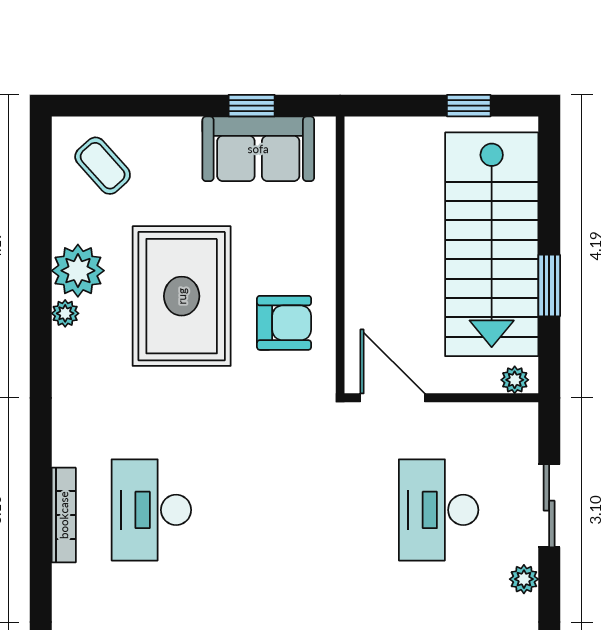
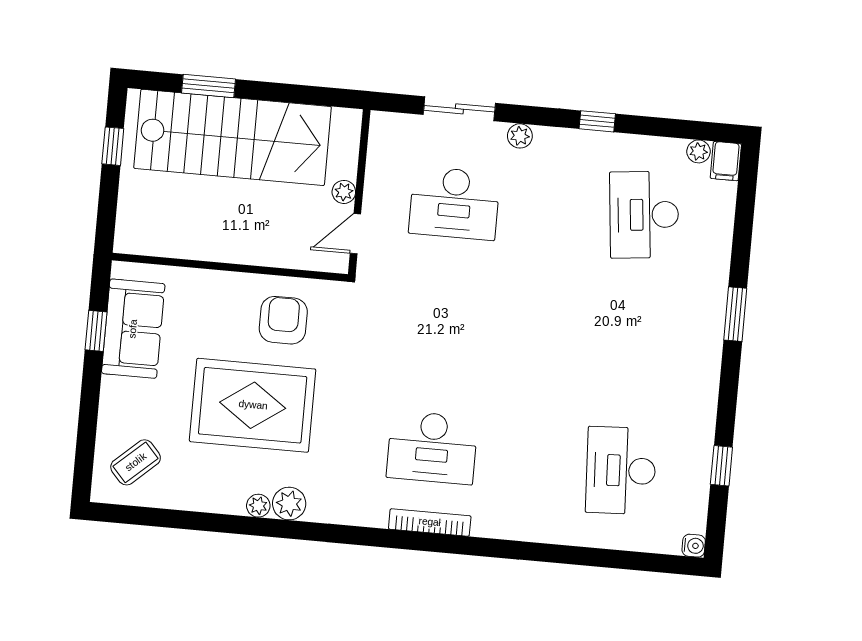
plant: (78, 271) -> (289, 504), moved, width x0.73, depth x0.73
window: (549, 286) -> (209, 86), moved
plant: (515, 380) -> (344, 192), moved
door: (393, 398) -> (355, 234), width x0.73

